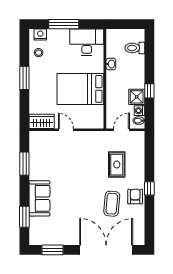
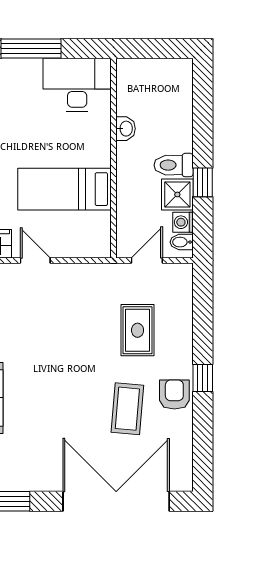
toilet: (135, 48) -> (174, 165), moved
bed: (80, 89) -> (65, 189), width x0.67

